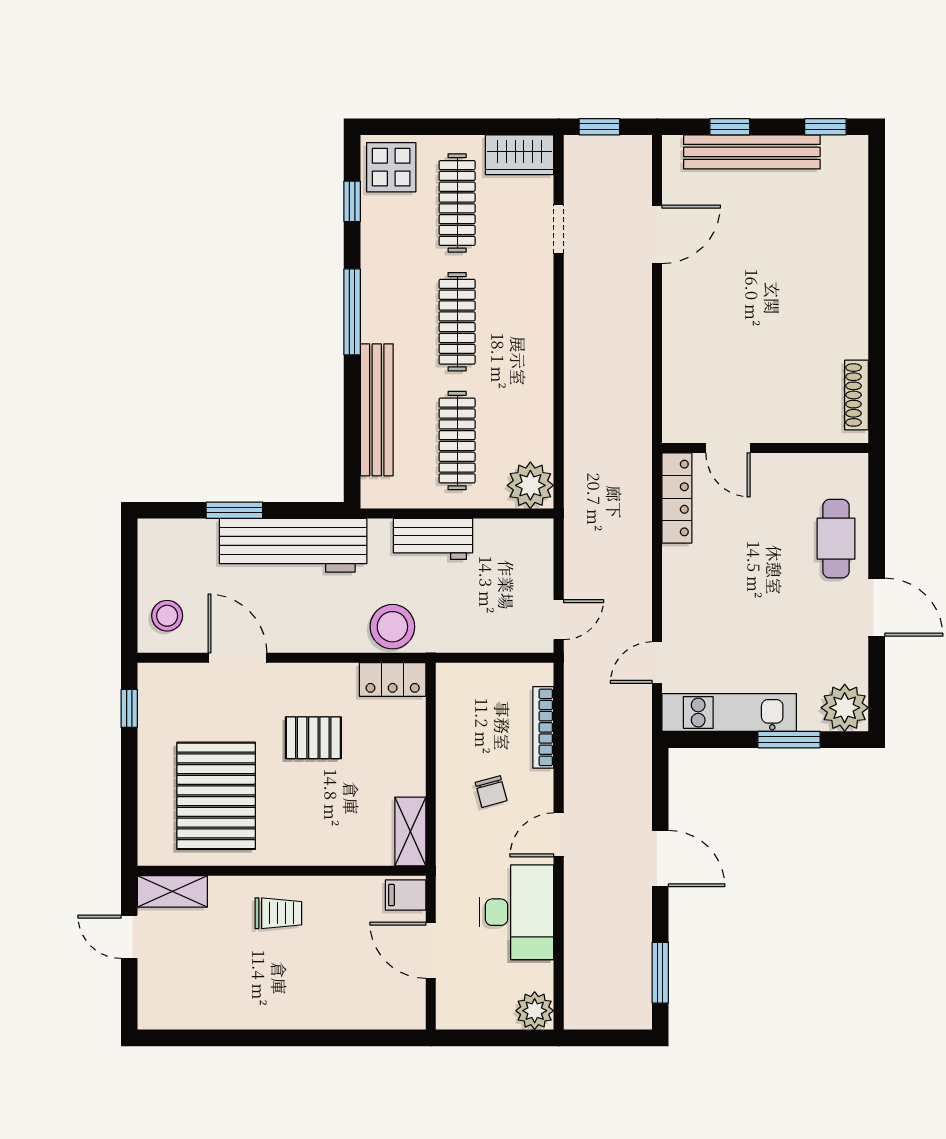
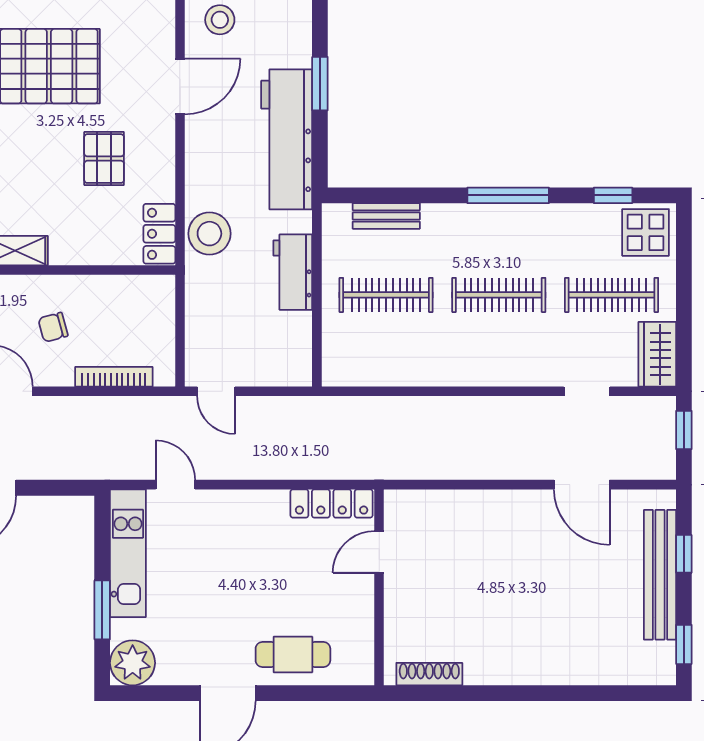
bench: (377, 410) -> (386, 216), width x0.54, depth x0.82
plant: (530, 485) -> (344, 365), removed

